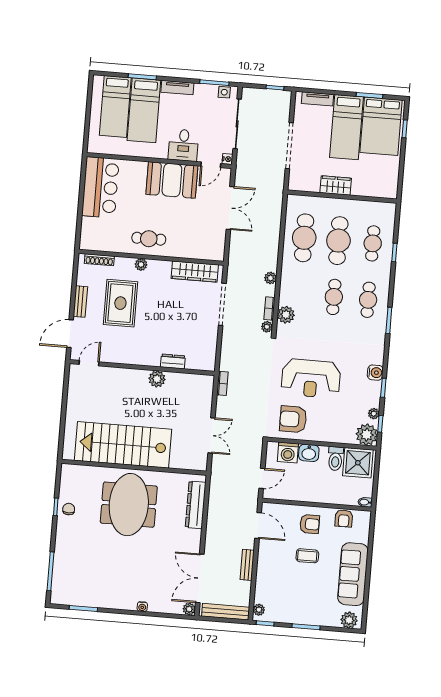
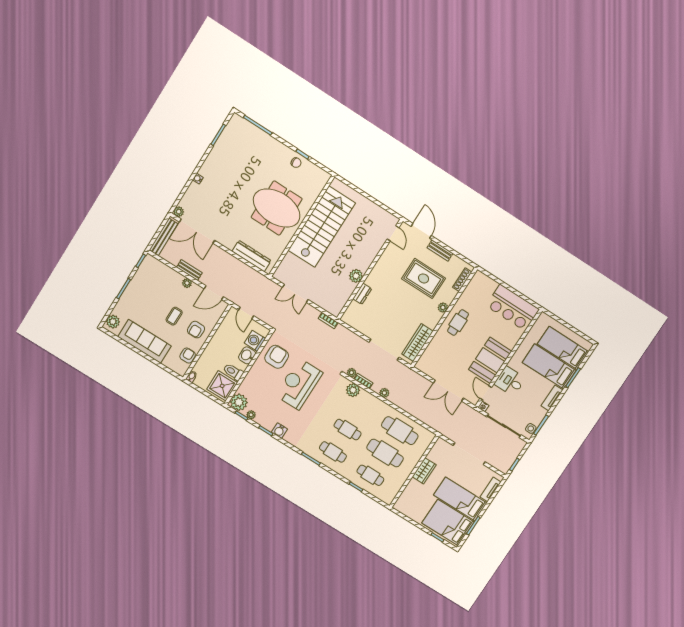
armchair: (344, 519) -> (188, 356), turned 90
double door: (200, 578) -> (197, 231), swing flipped
plant: (259, 610) -> (187, 283), moved

